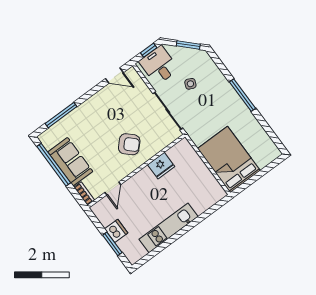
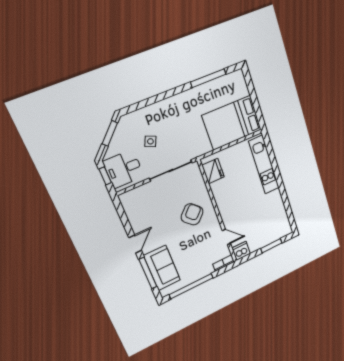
door: (114, 76) -> (135, 244), moved
window: (243, 95) -> (208, 78), moved
sofa: (70, 162) -> (162, 268), moved, turned 90
fridge: (161, 166) -> (213, 171), moved
kitchen unit: (168, 228) -> (264, 165), moved
dishwasher: (116, 231) -> (241, 251), moved

